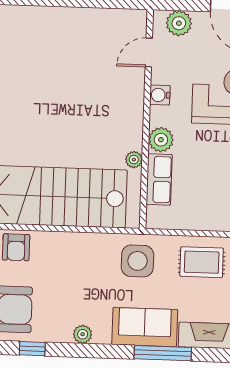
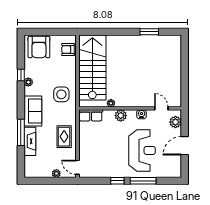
row of seats: (159, 179) -> (91, 115), moved
side table: (137, 261) -> (61, 94), moved
window: (32, 349) -> (21, 75), moved
window: (163, 353) -> (21, 132), moved

